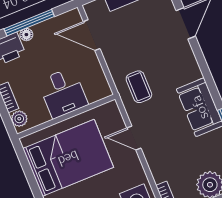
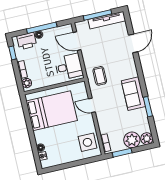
desk: (63, 93) -> (69, 67), moved, turned -90

